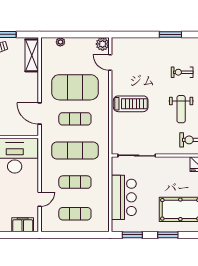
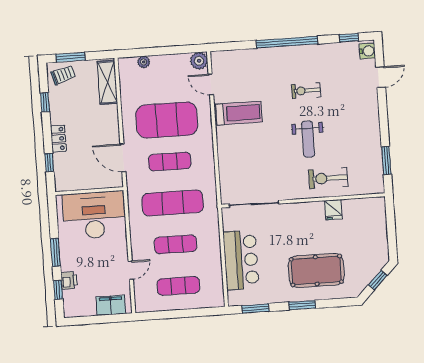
window: (170, 34) -> (287, 42), width x2.11
treadmill: (131, 104) -> (239, 113), moved

